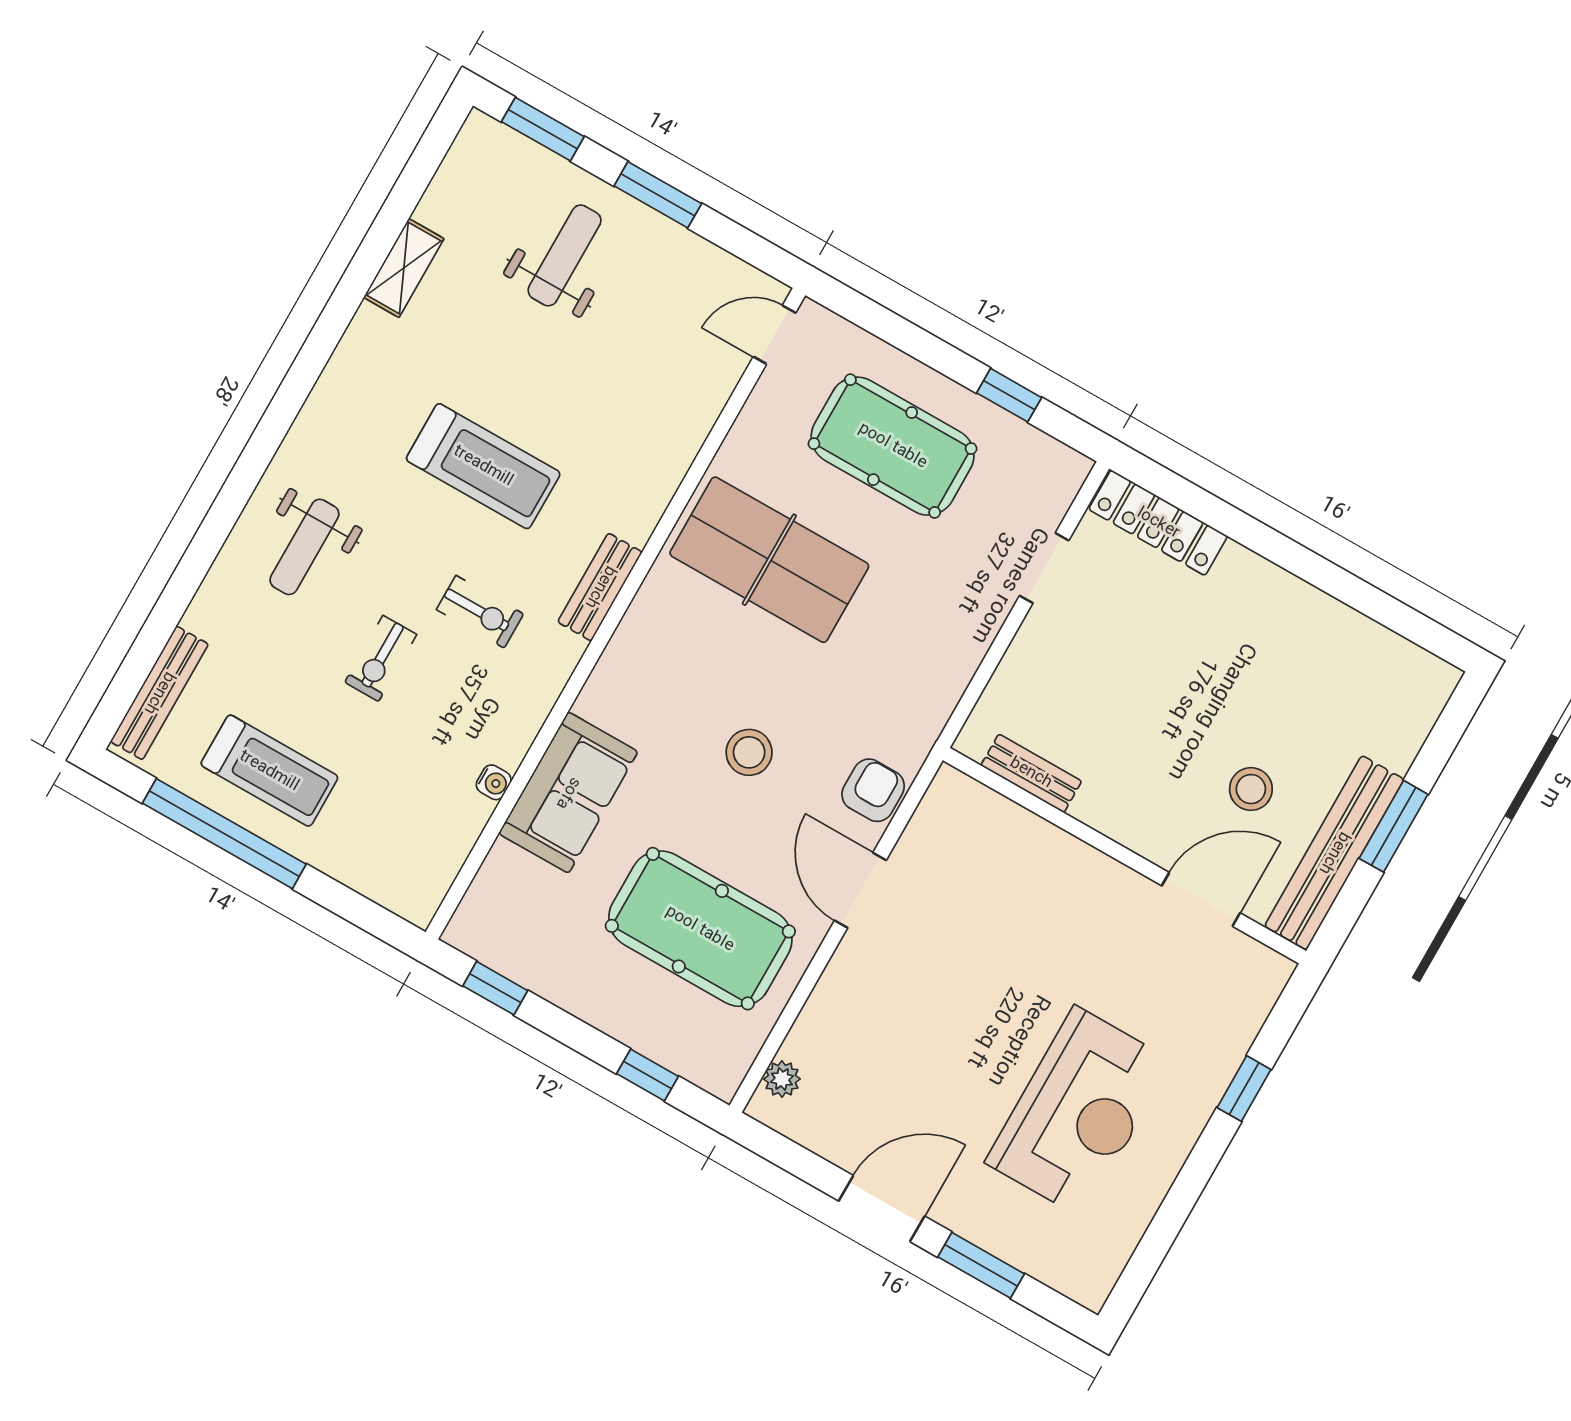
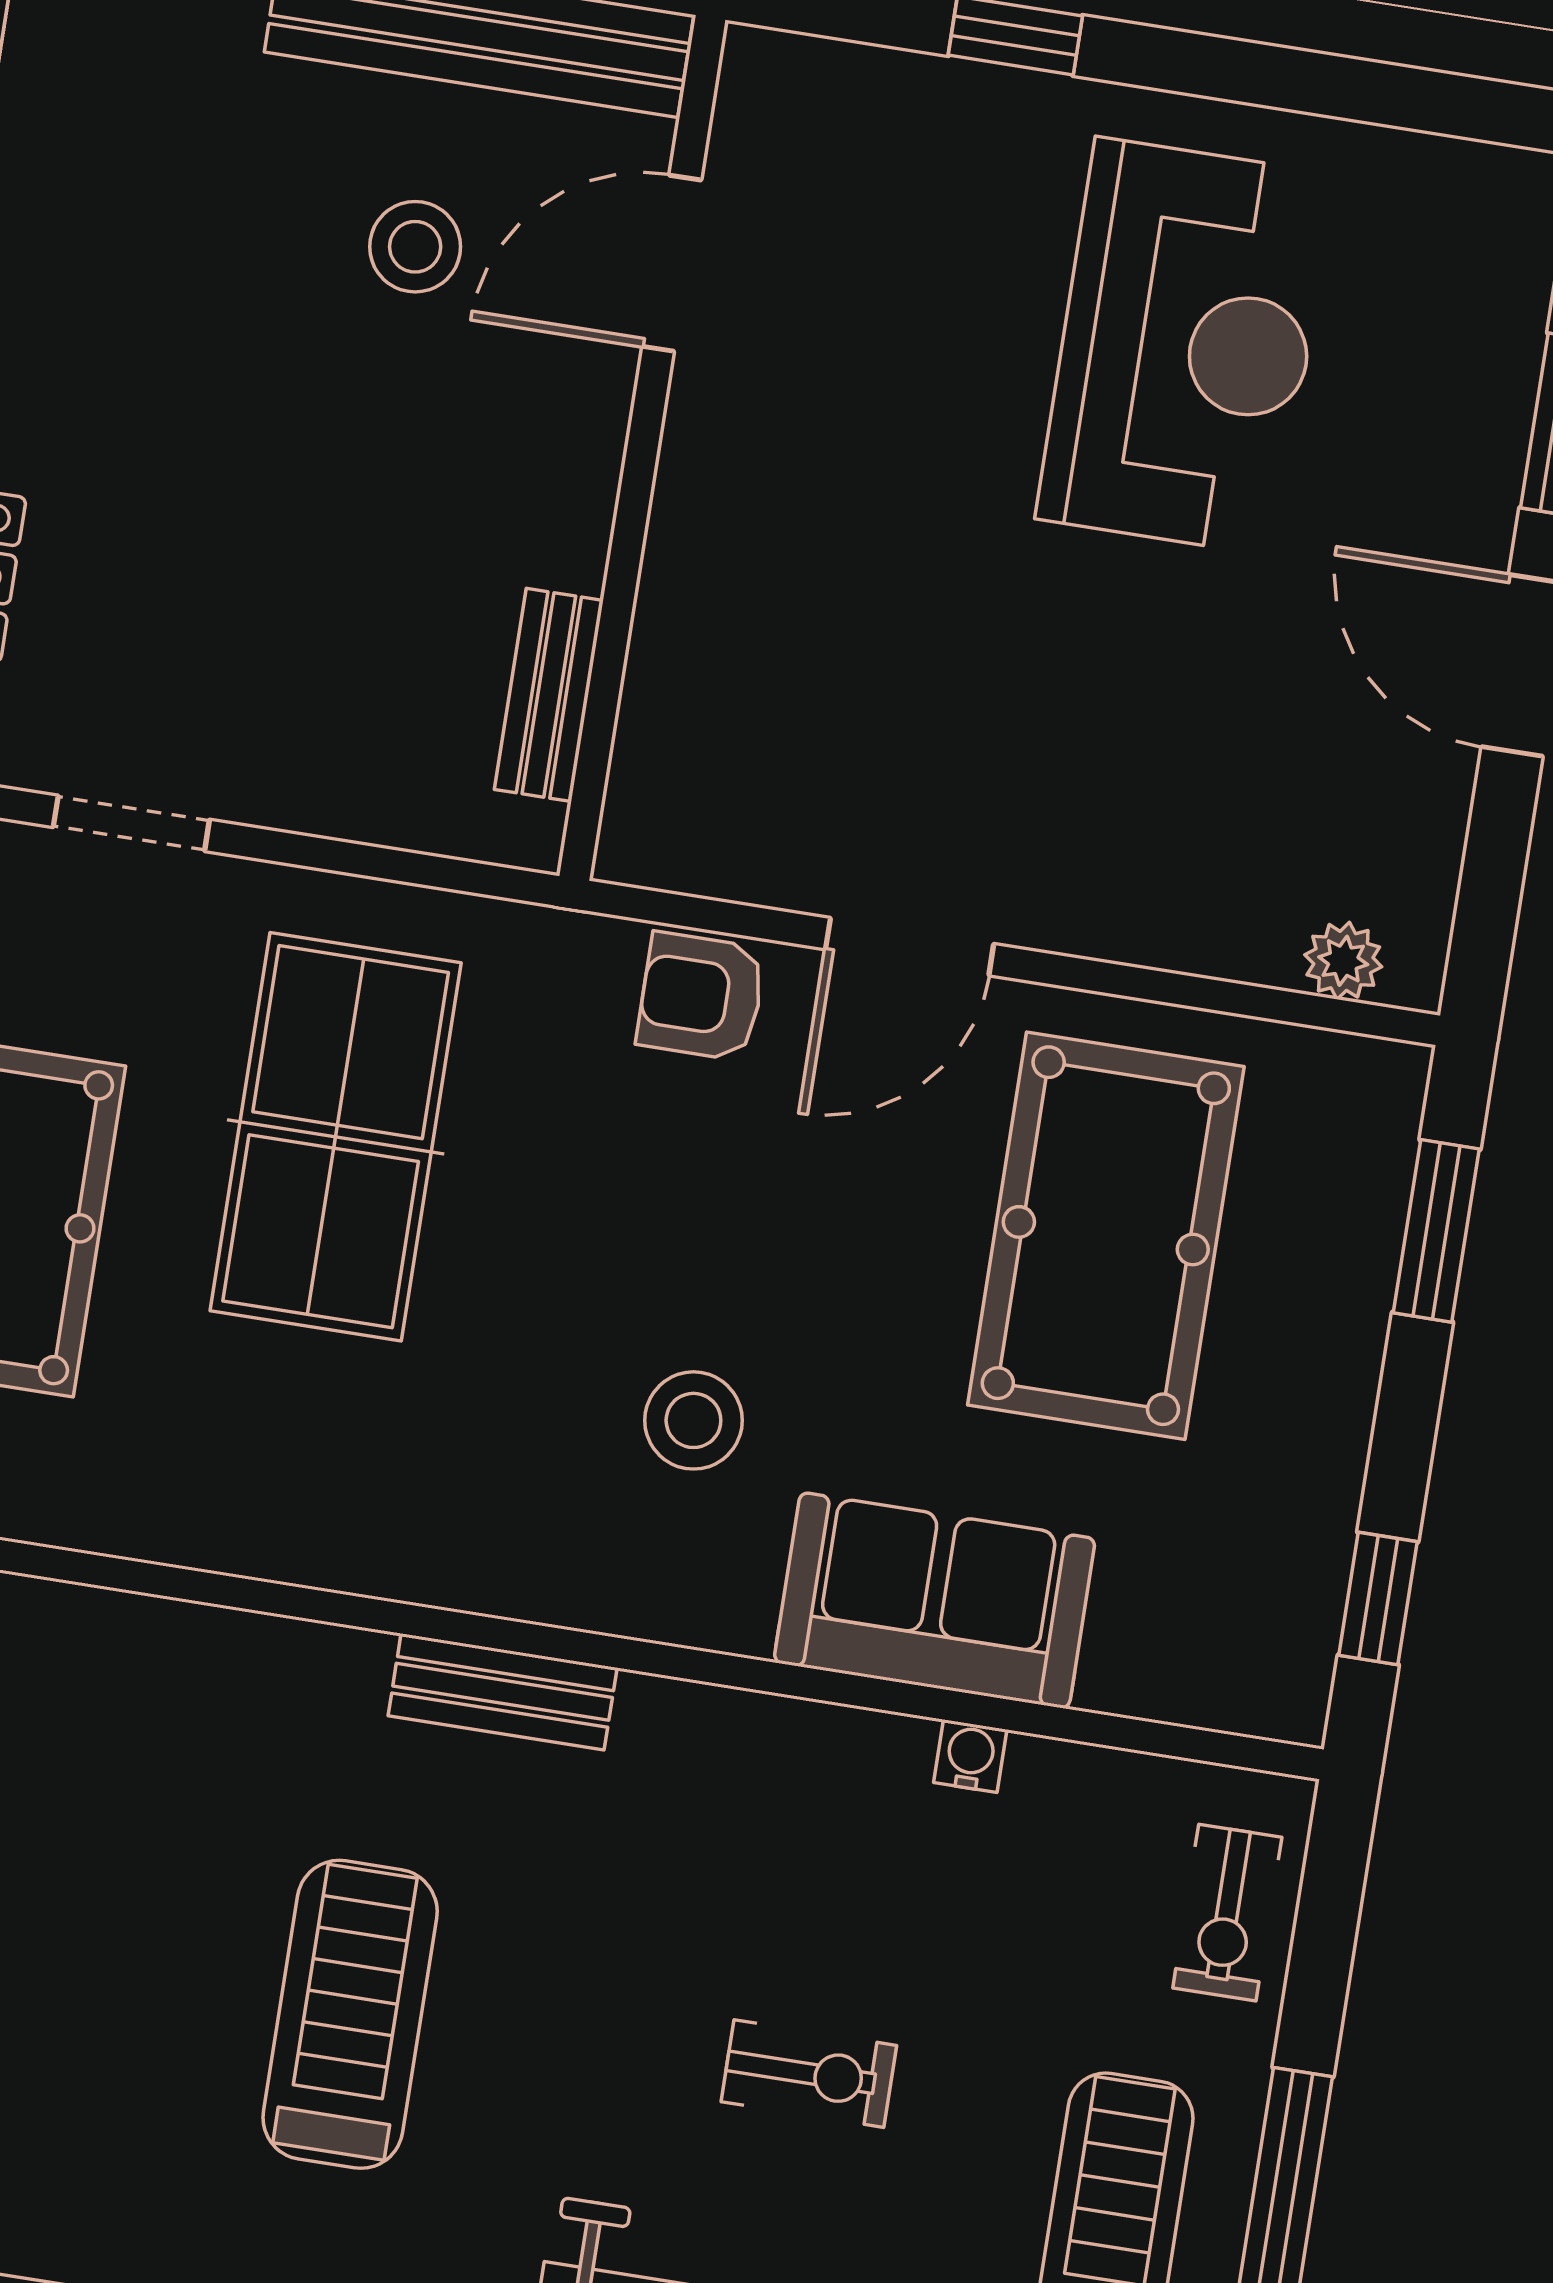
table tennis table: (769, 560) -> (336, 1137), moved
exercise bike: (480, 612) -> (1227, 1913), moved, turned 180
stool: (749, 752) -> (693, 1420), moved
door: (1201, 899) -> (672, 263), hinge flipped
window: (647, 1075) -> (1436, 1231), width x1.50
reception desk: (1079, 1112) -> (1185, 346), turned 90

